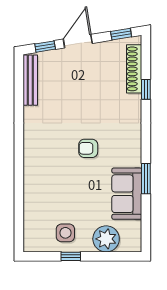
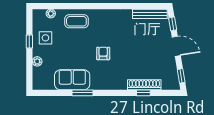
shoe rack: (134, 69) -> (144, 85), moved
coffee table: (41, 187) -> (76, 21), added
plant: (30, 225) -> (51, 14), added
plant: (106, 239) -> (37, 61), width x0.53, depth x0.53

